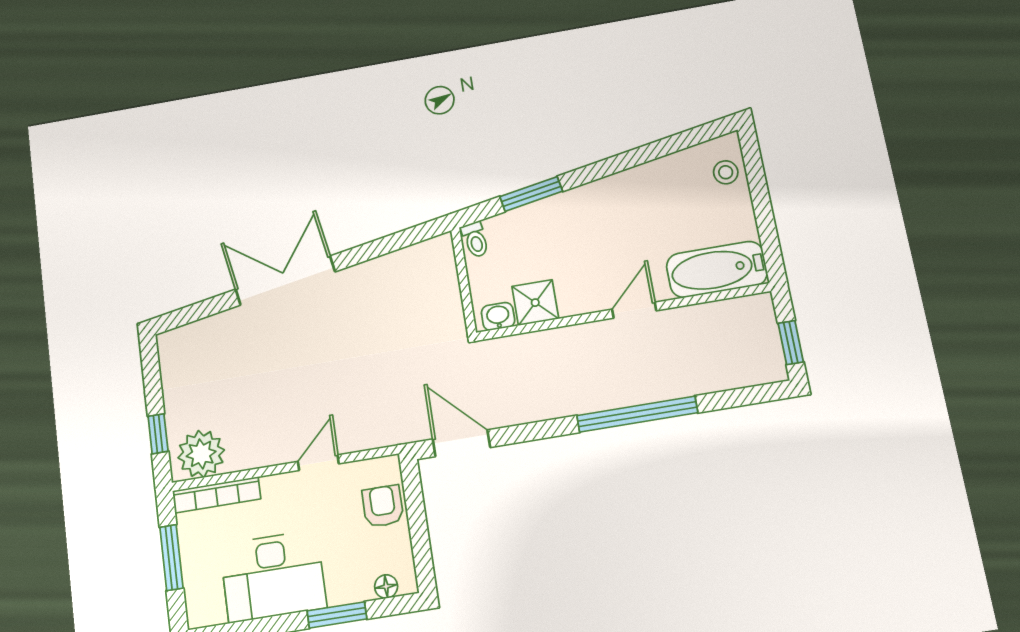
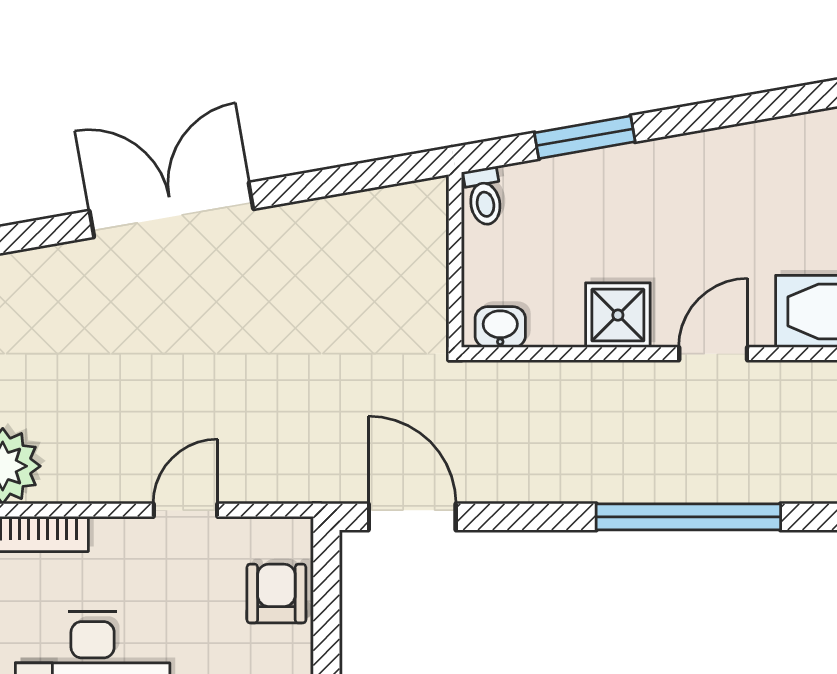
shower: (535, 303) -> (618, 315), moved

